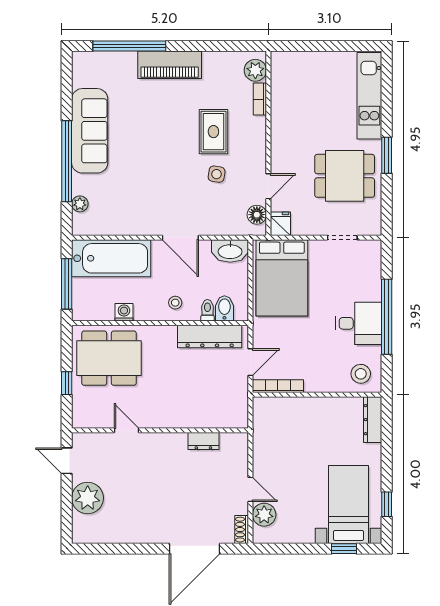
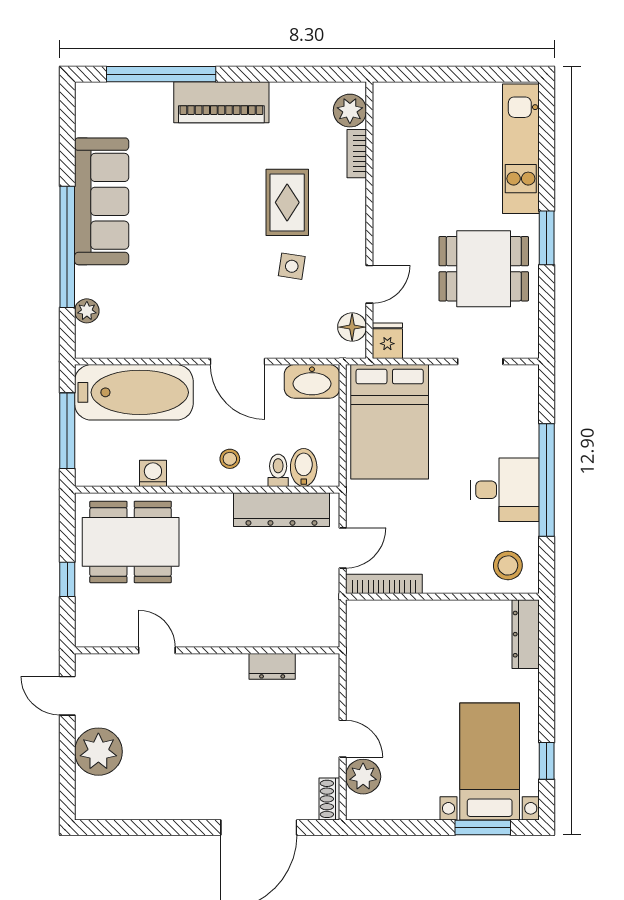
window: (344, 549) -> (483, 827), width x1.50

